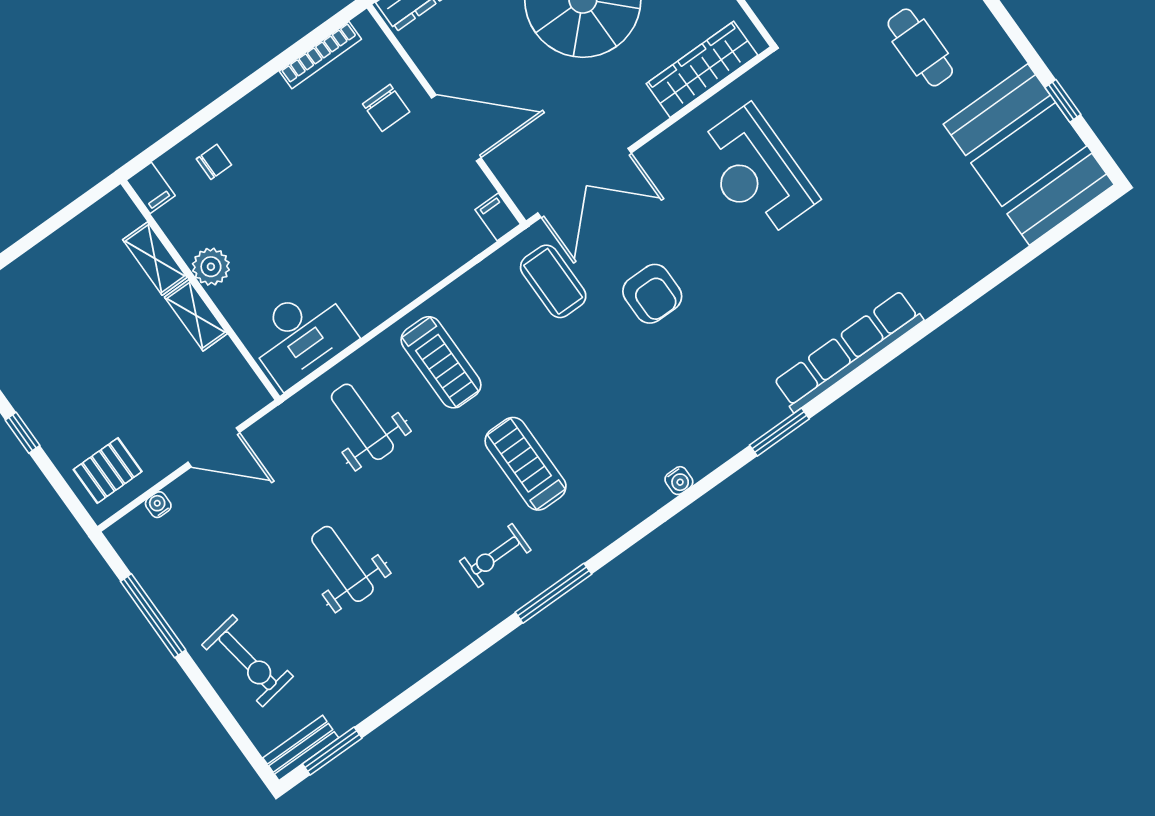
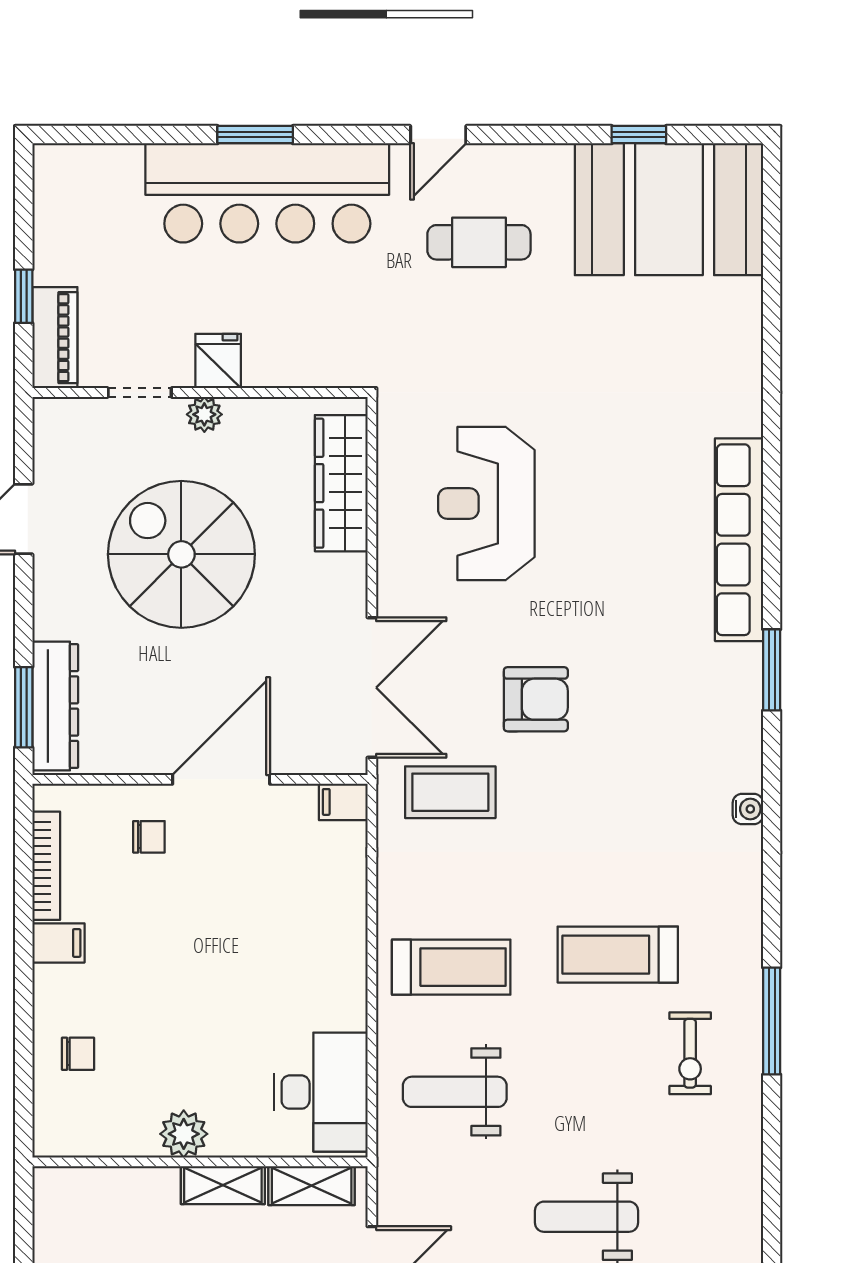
chair: (386, 108) -> (149, 837), width x0.73, depth x0.73
chair: (214, 162) -> (78, 1054), turned 90
reception desk: (755, 172) -> (486, 504), turned 90
filing cabinet: (151, 188) -> (58, 943), moved
shelving: (155, 259) -> (312, 1186), moved

